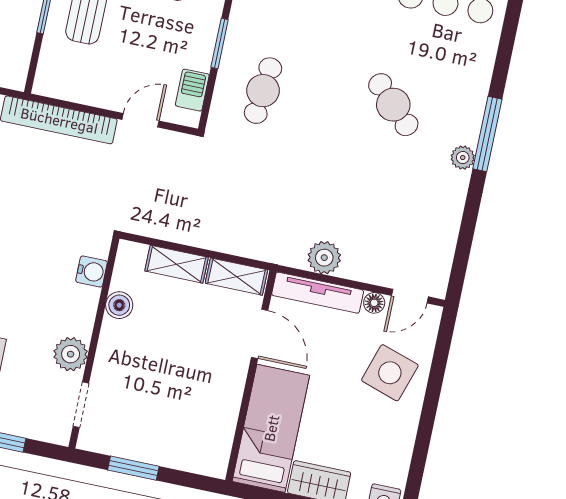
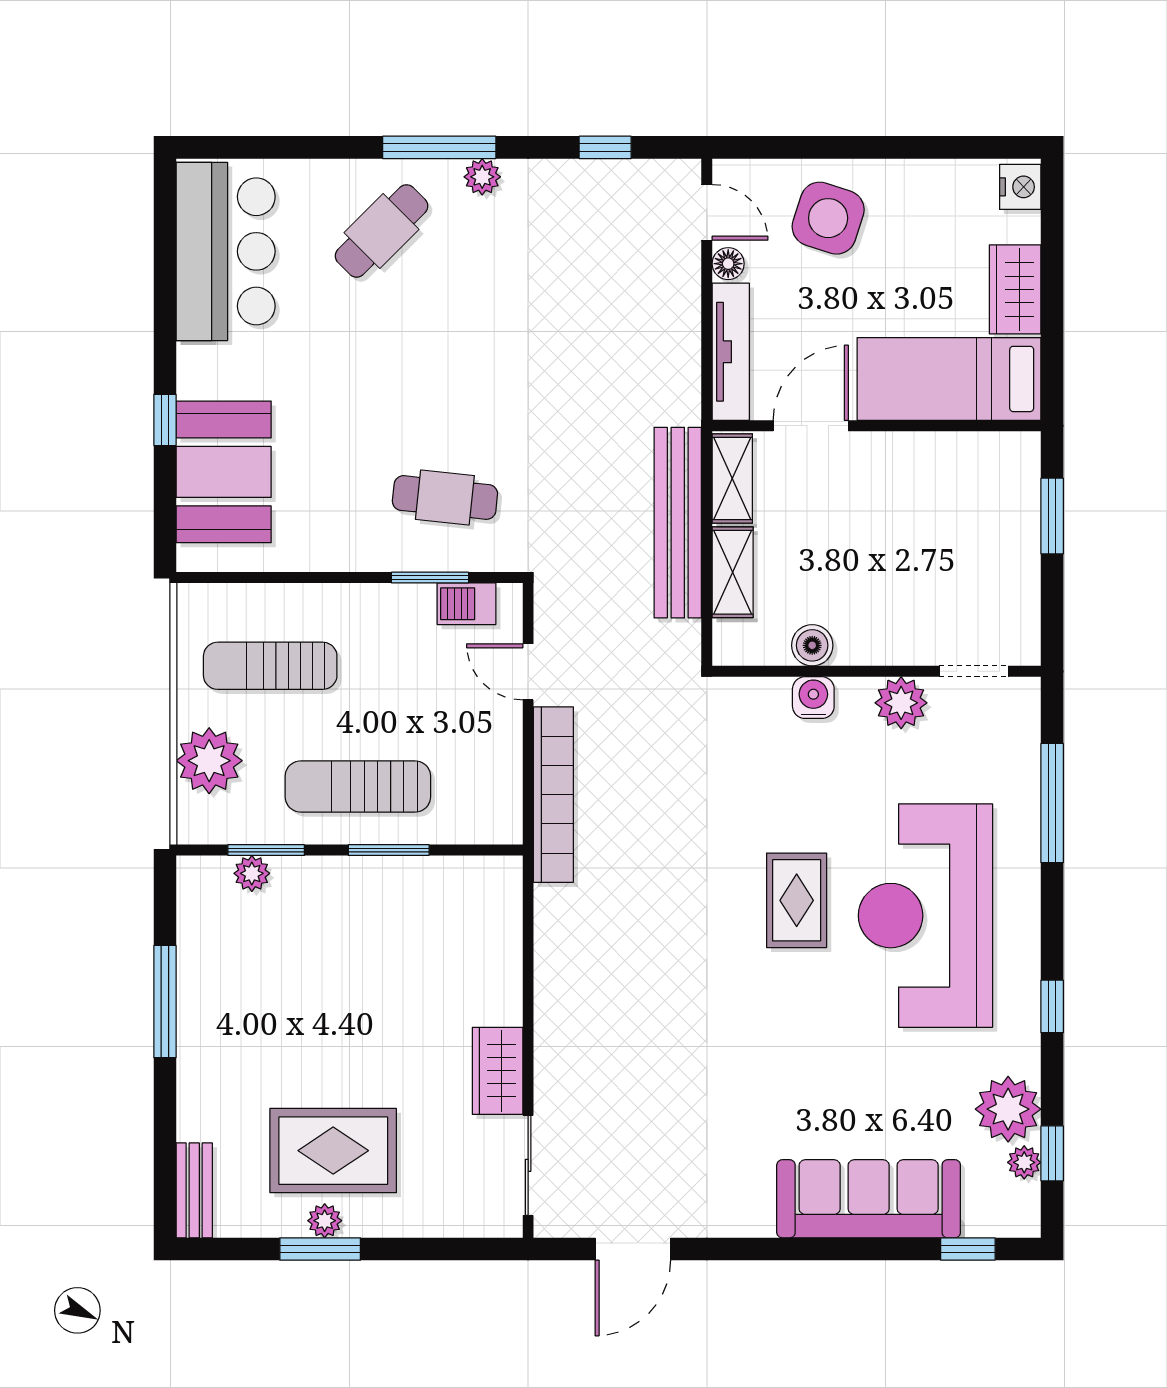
window: (220, 44) -> (430, 578), moved
cafe table: (393, 105) -> (382, 231), moved
bench: (216, 236) -> (678, 523), added
window: (465, 240) -> (605, 147), added
plant: (324, 258) -> (676, 353), removed
water cooler: (91, 271) -> (813, 698), moved
window: (133, 468) -> (1052, 516), moved

